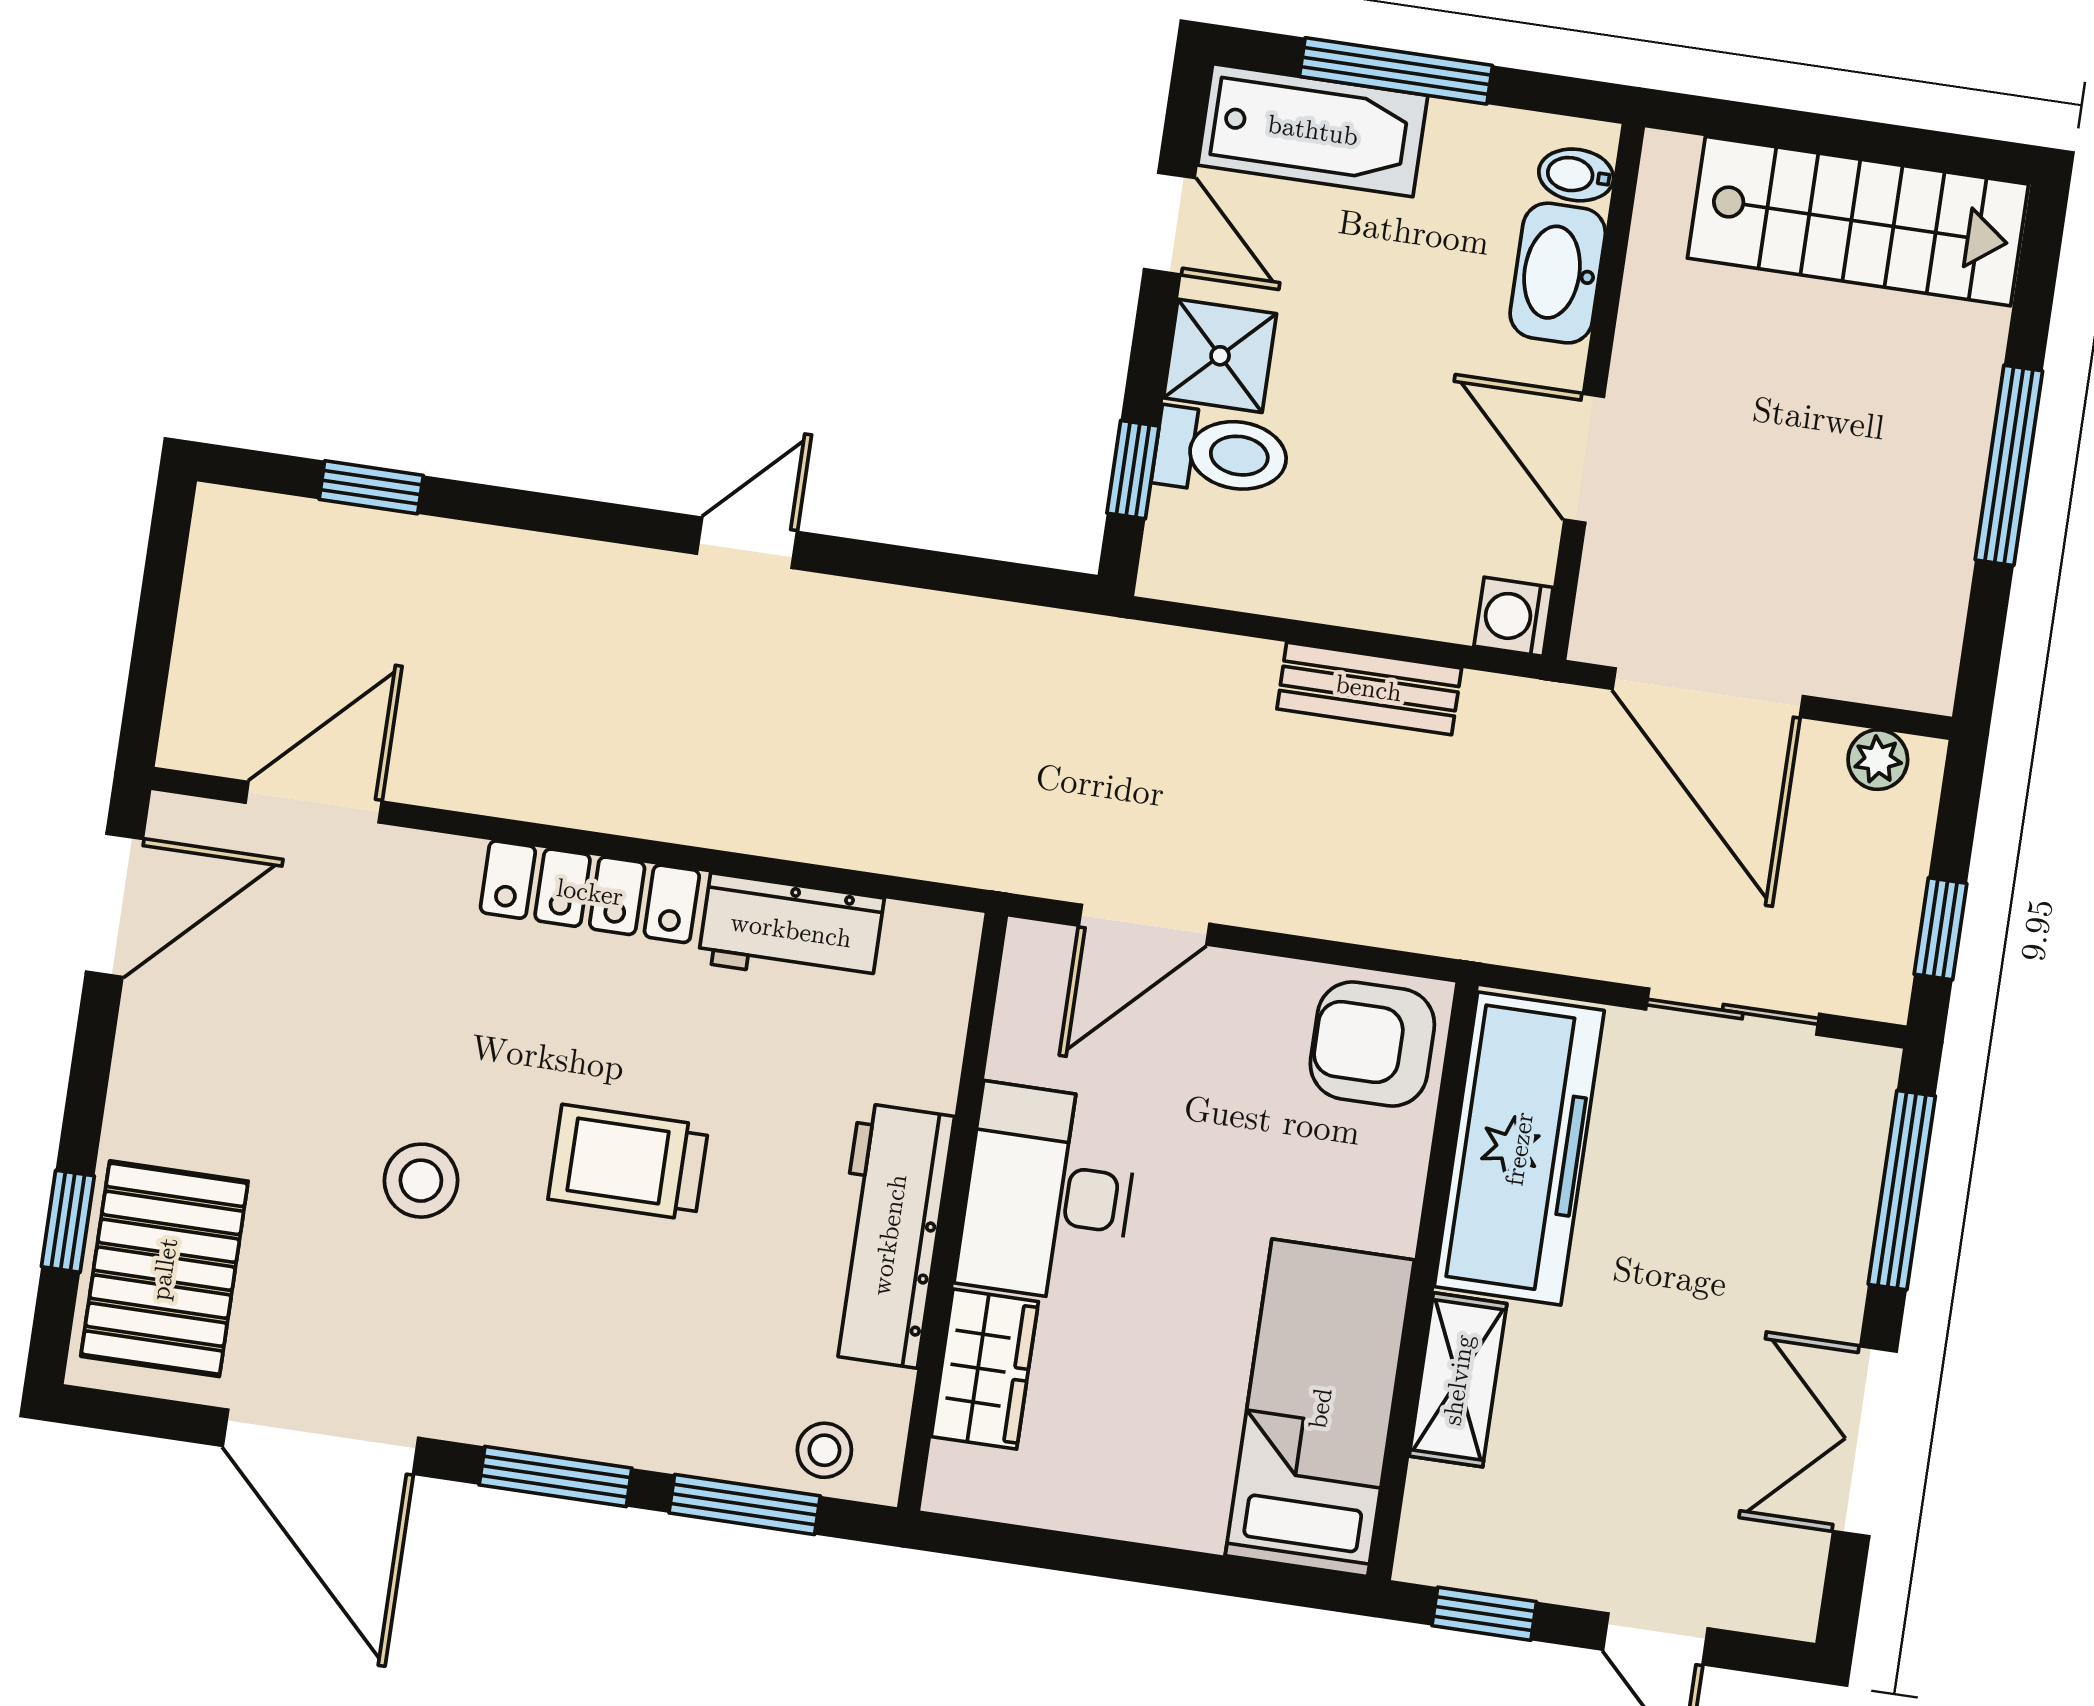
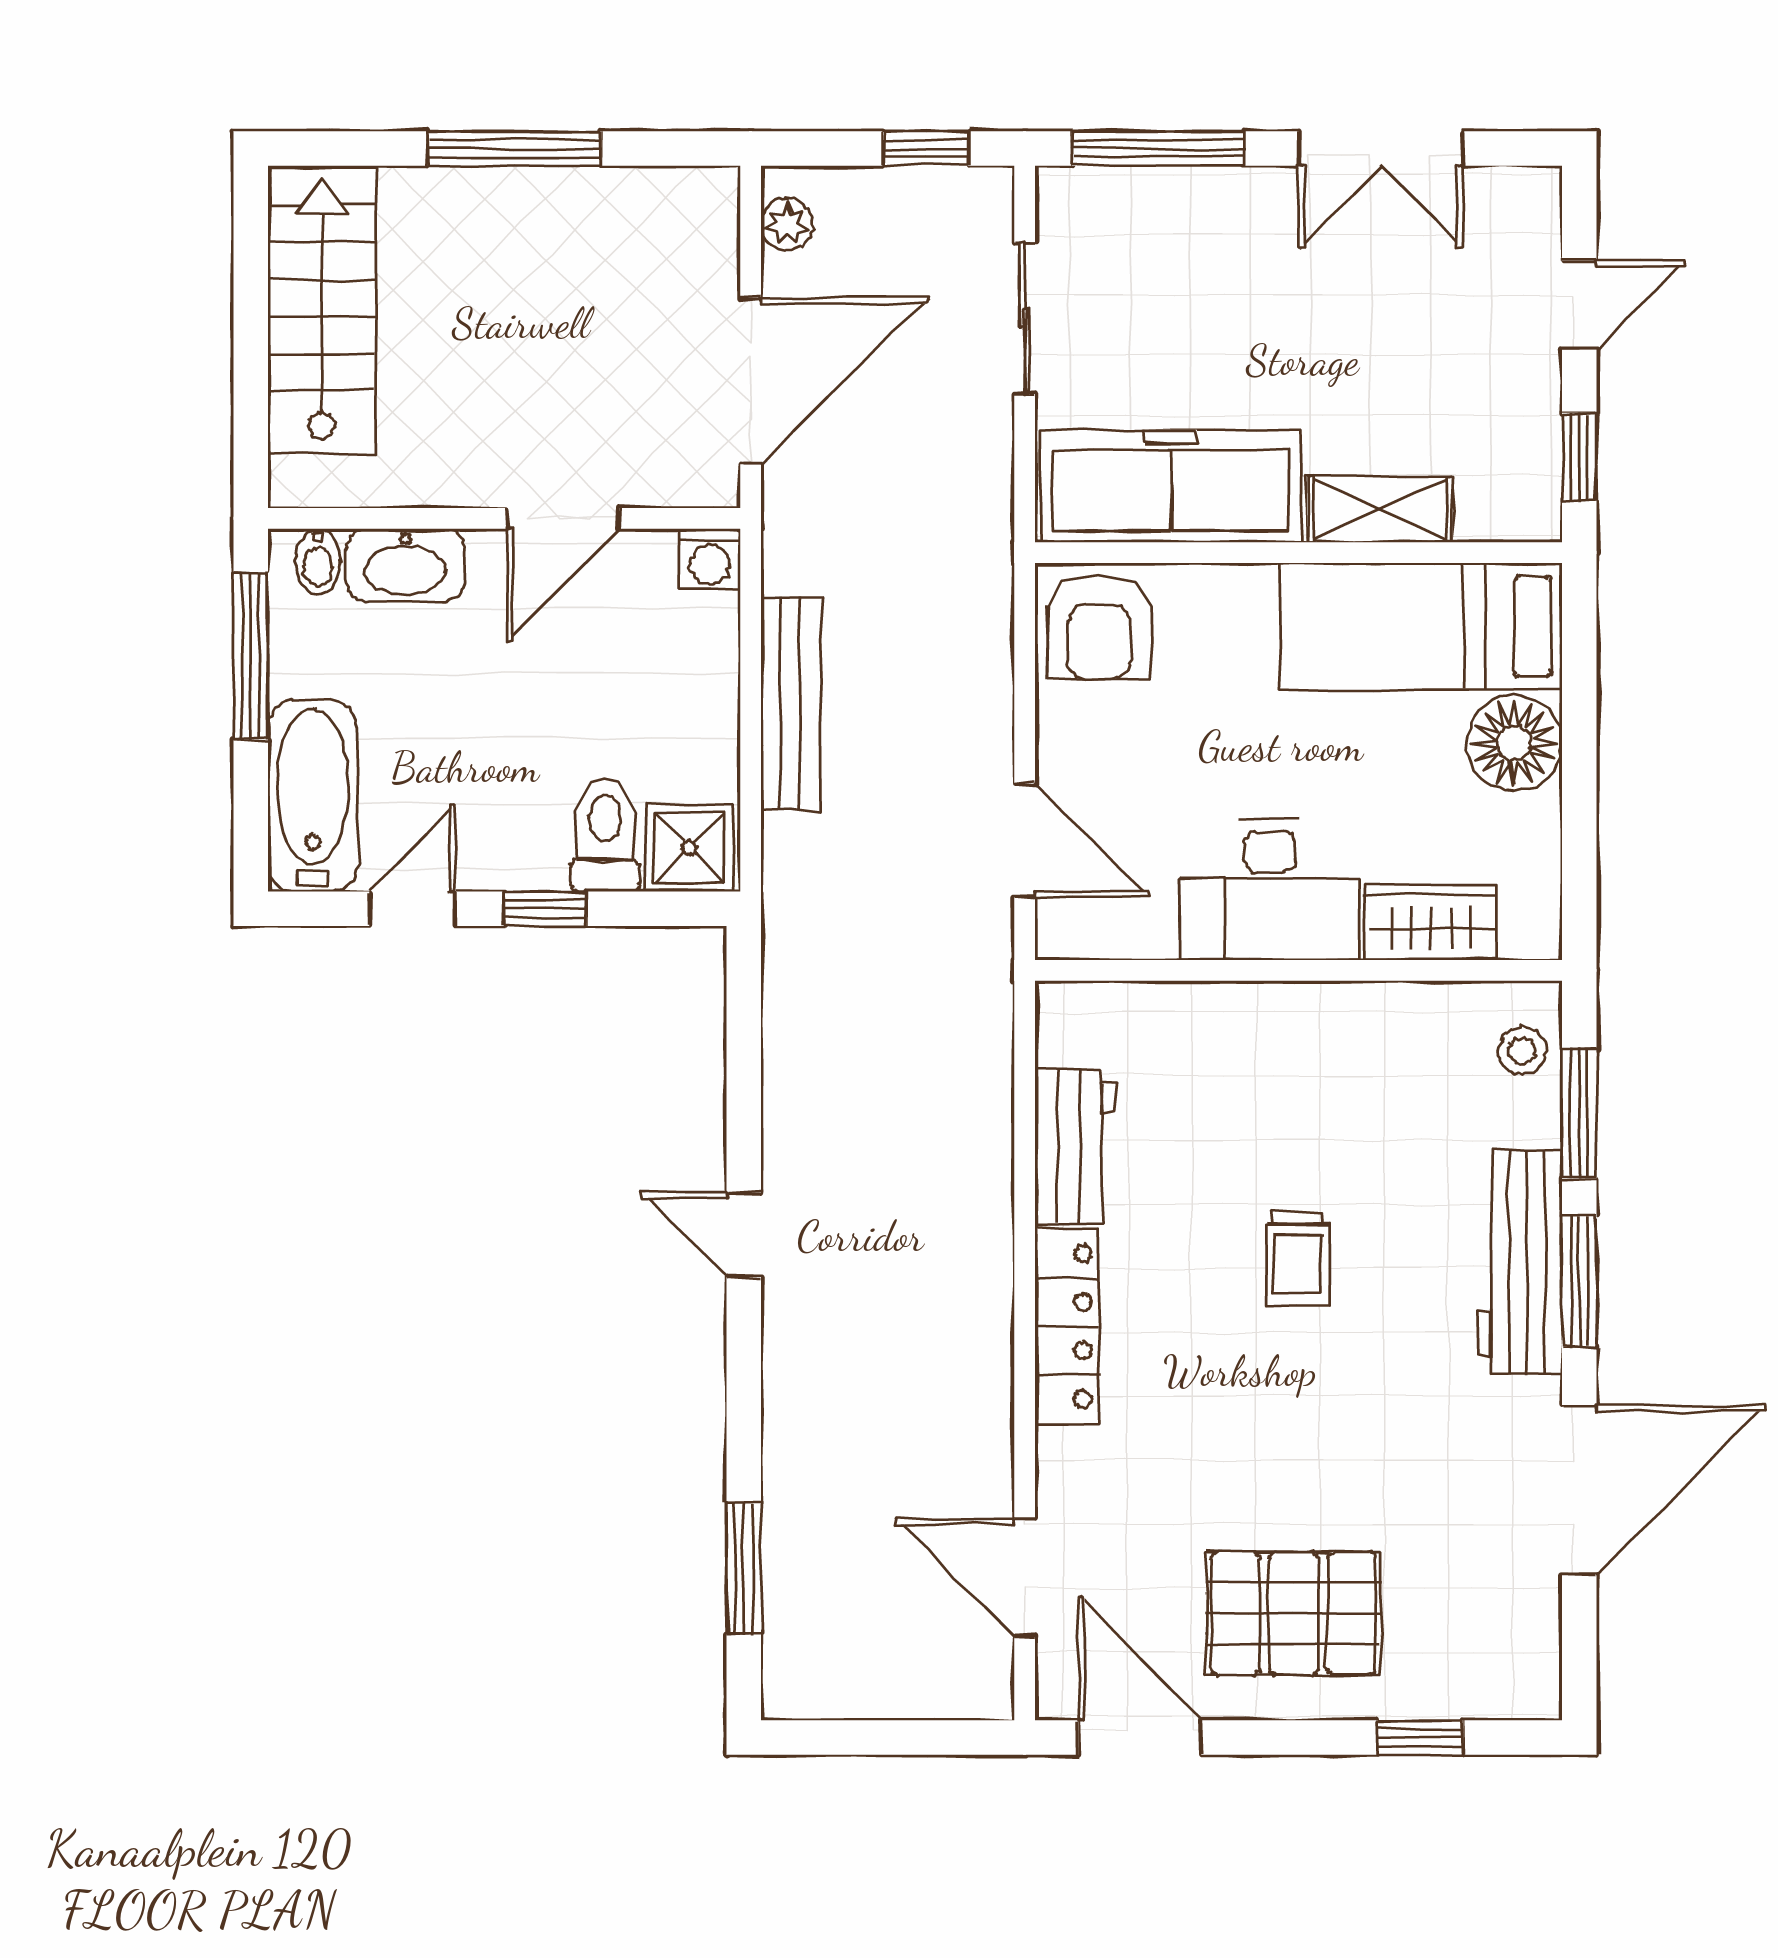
window: (1396, 71) -> (251, 656), moved
shower: (1220, 356) -> (689, 848), moved
window: (1133, 470) -> (545, 909), moved
window: (371, 487) -> (744, 1568), width x1.50
bench: (1369, 688) -> (791, 704), width x1.36
trolley: (628, 1163) -> (1297, 1258), width x0.73, depth x0.72
stool: (421, 1181) -> (1340, 1436), removed
workbench: (889, 1235) -> (1520, 1262), moved, turned 90
pallet: (164, 1269) -> (1294, 1613), moved
floor lamp: (1173, 1493) -> (1514, 743), added

